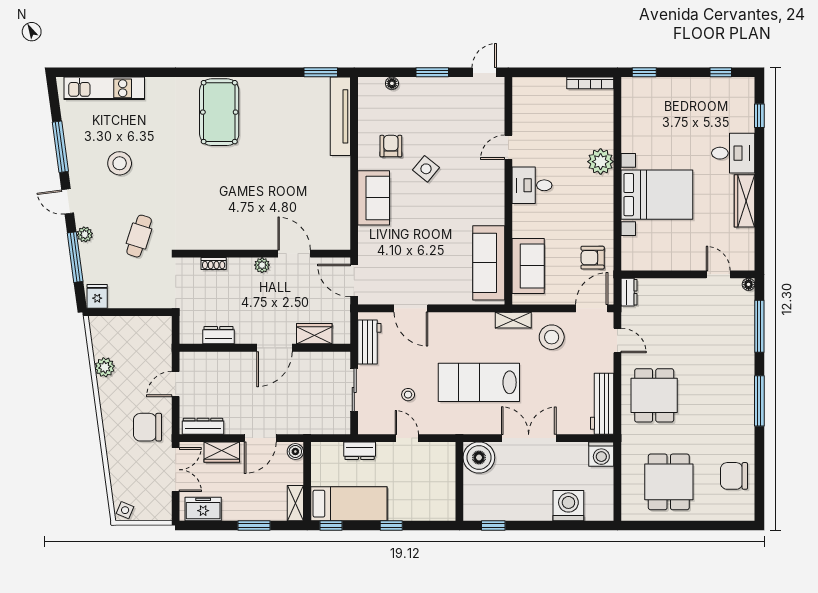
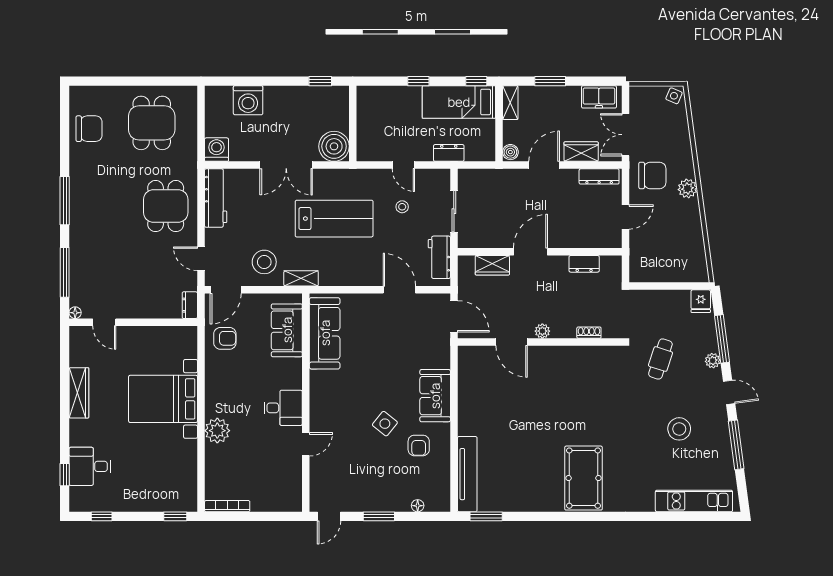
desk: (733, 153) -> (90, 466), moved
plant: (105, 367) -> (688, 188), moved

